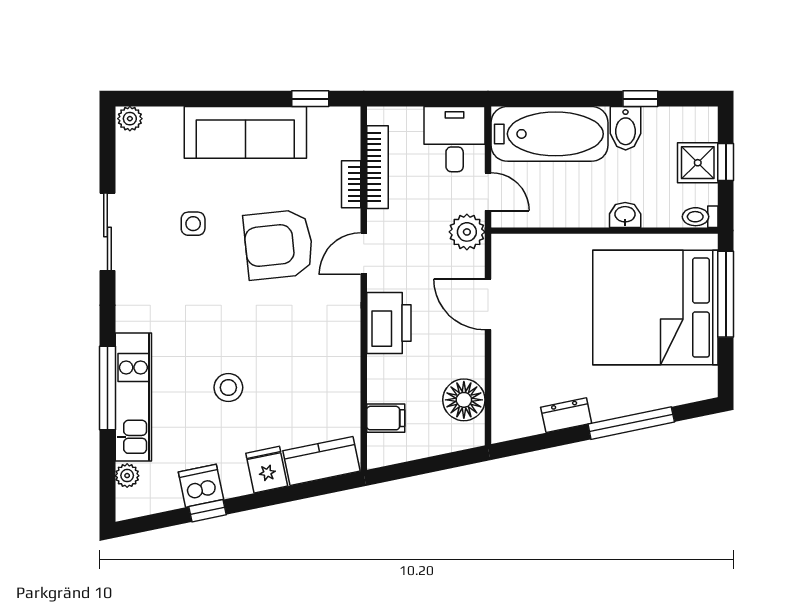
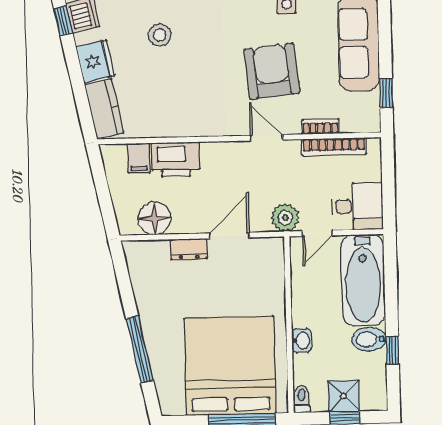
printer: (389, 323) -> (176, 159), moved
dresser: (566, 415) -> (189, 249), moved, turned 102
fridge: (267, 470) -> (95, 61), width x1.38

